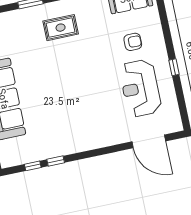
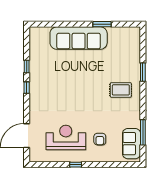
rug: (61, 28) -> (121, 90), turned 90
window: (33, 166) -> (27, 88), moved

